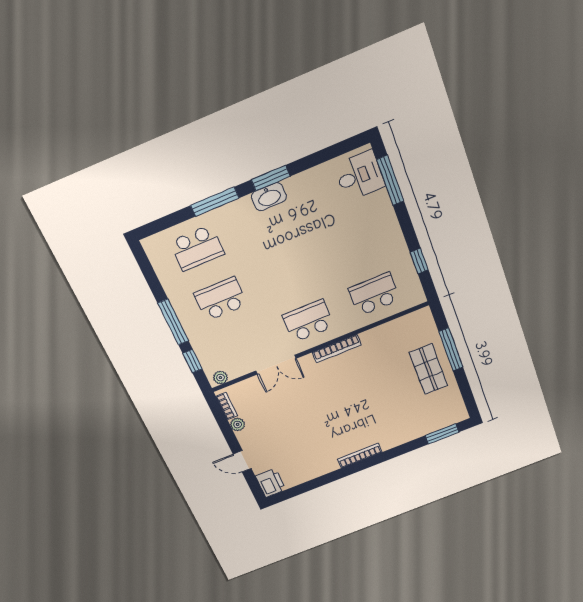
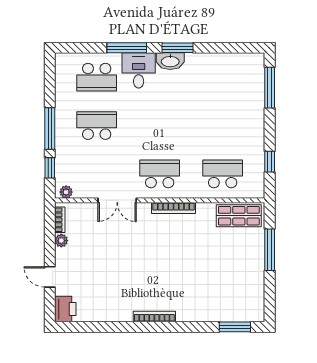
desk: (359, 176) -> (139, 70), moved, turned -90
shop shelf: (428, 369) -> (239, 216), moved, turned 90

